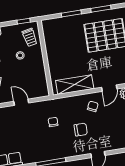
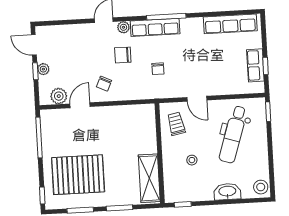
trolley: (30, 37) -> (176, 124), moved
shelving: (75, 85) -> (149, 178), moved, turned 90
plant: (82, 151) -> (123, 27), added
row of seats: (58, 153) -> (155, 27), added

